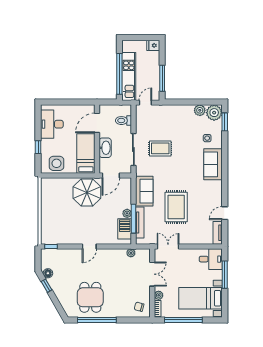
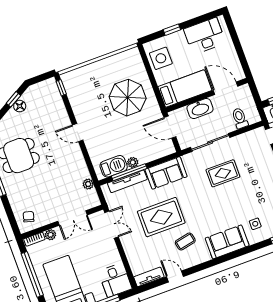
rug: (160, 148) -> (223, 173), turned 90
parasol: (87, 192) -> (128, 98), moved
coffee table: (201, 196) -> (185, 242), added
floor lamp: (48, 273) -> (20, 106), moved

